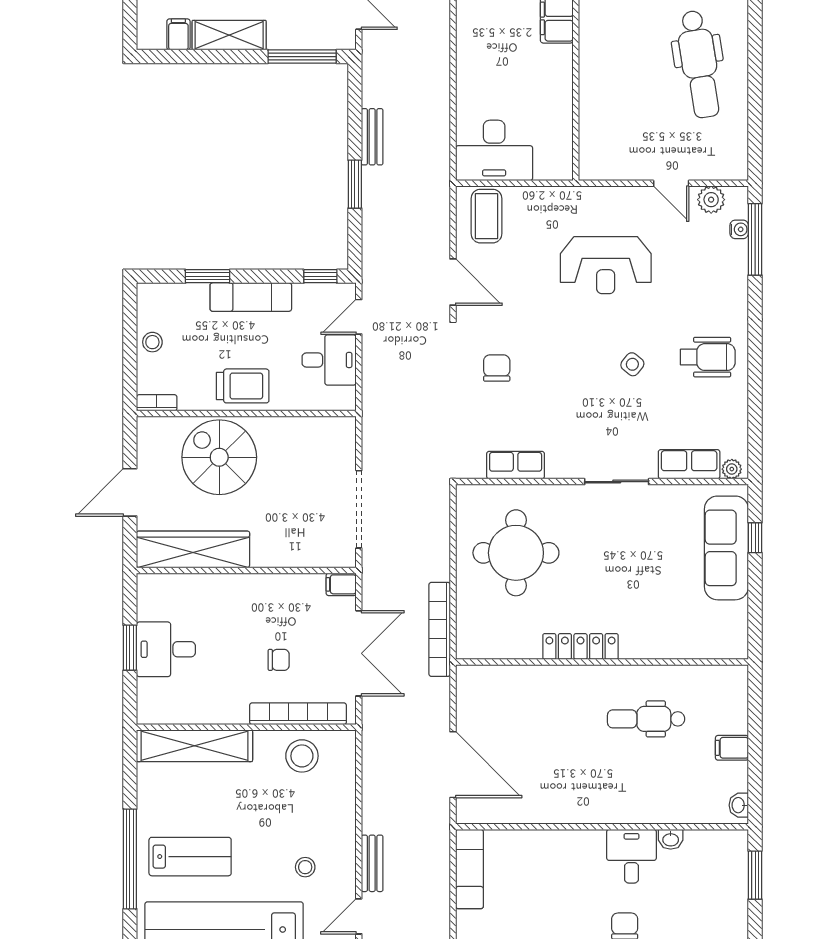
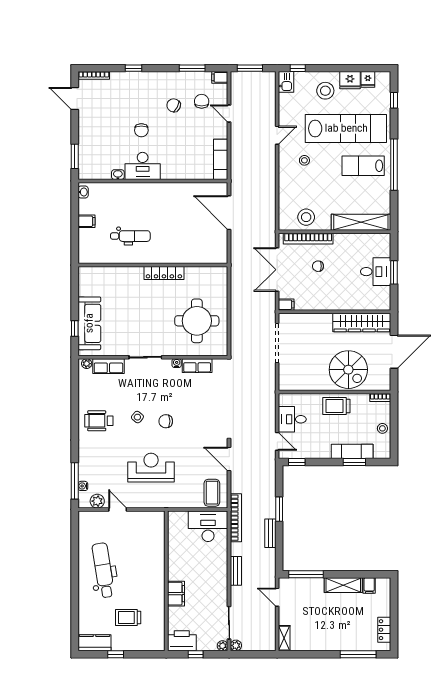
exam couch: (251, 297) -> (352, 451), moved
door: (359, 317) -> (277, 441), hinge flipped
chair: (497, 368) -> (166, 421), moved, turned 90
water cooler: (556, 470) -> (177, 363), added
door: (130, 492) -> (394, 352), width x1.36
bookcase: (440, 629) -> (236, 518), moved
desk: (631, 856) -> (143, 166), width x1.37
bench: (372, 863) -> (236, 571), moved

